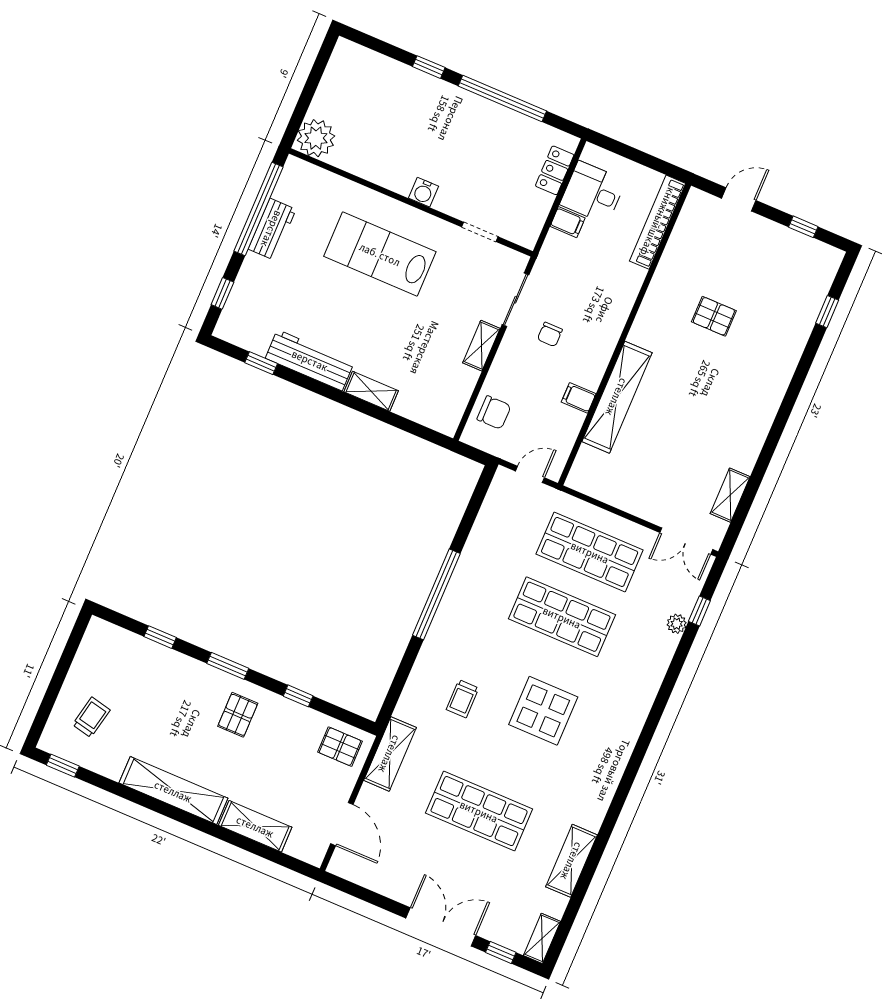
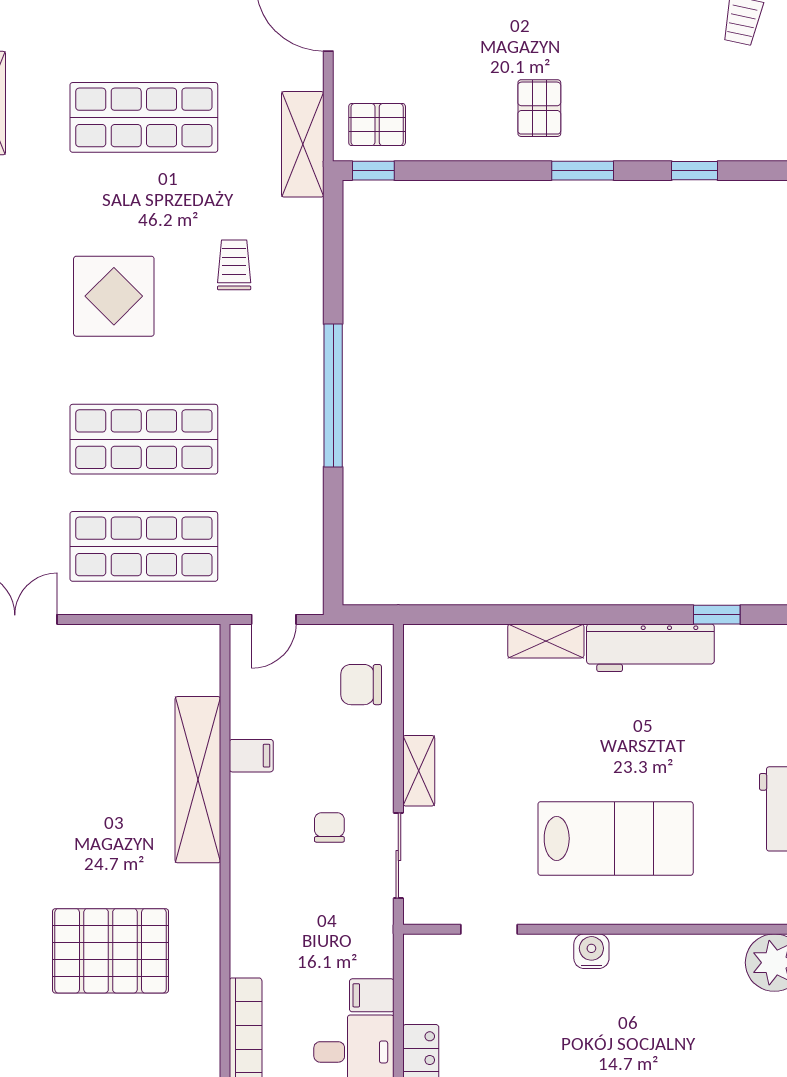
pallet: (714, 316) -> (110, 951), width x2.05, depth x2.00
window: (298, 696) -> (373, 171), moved

